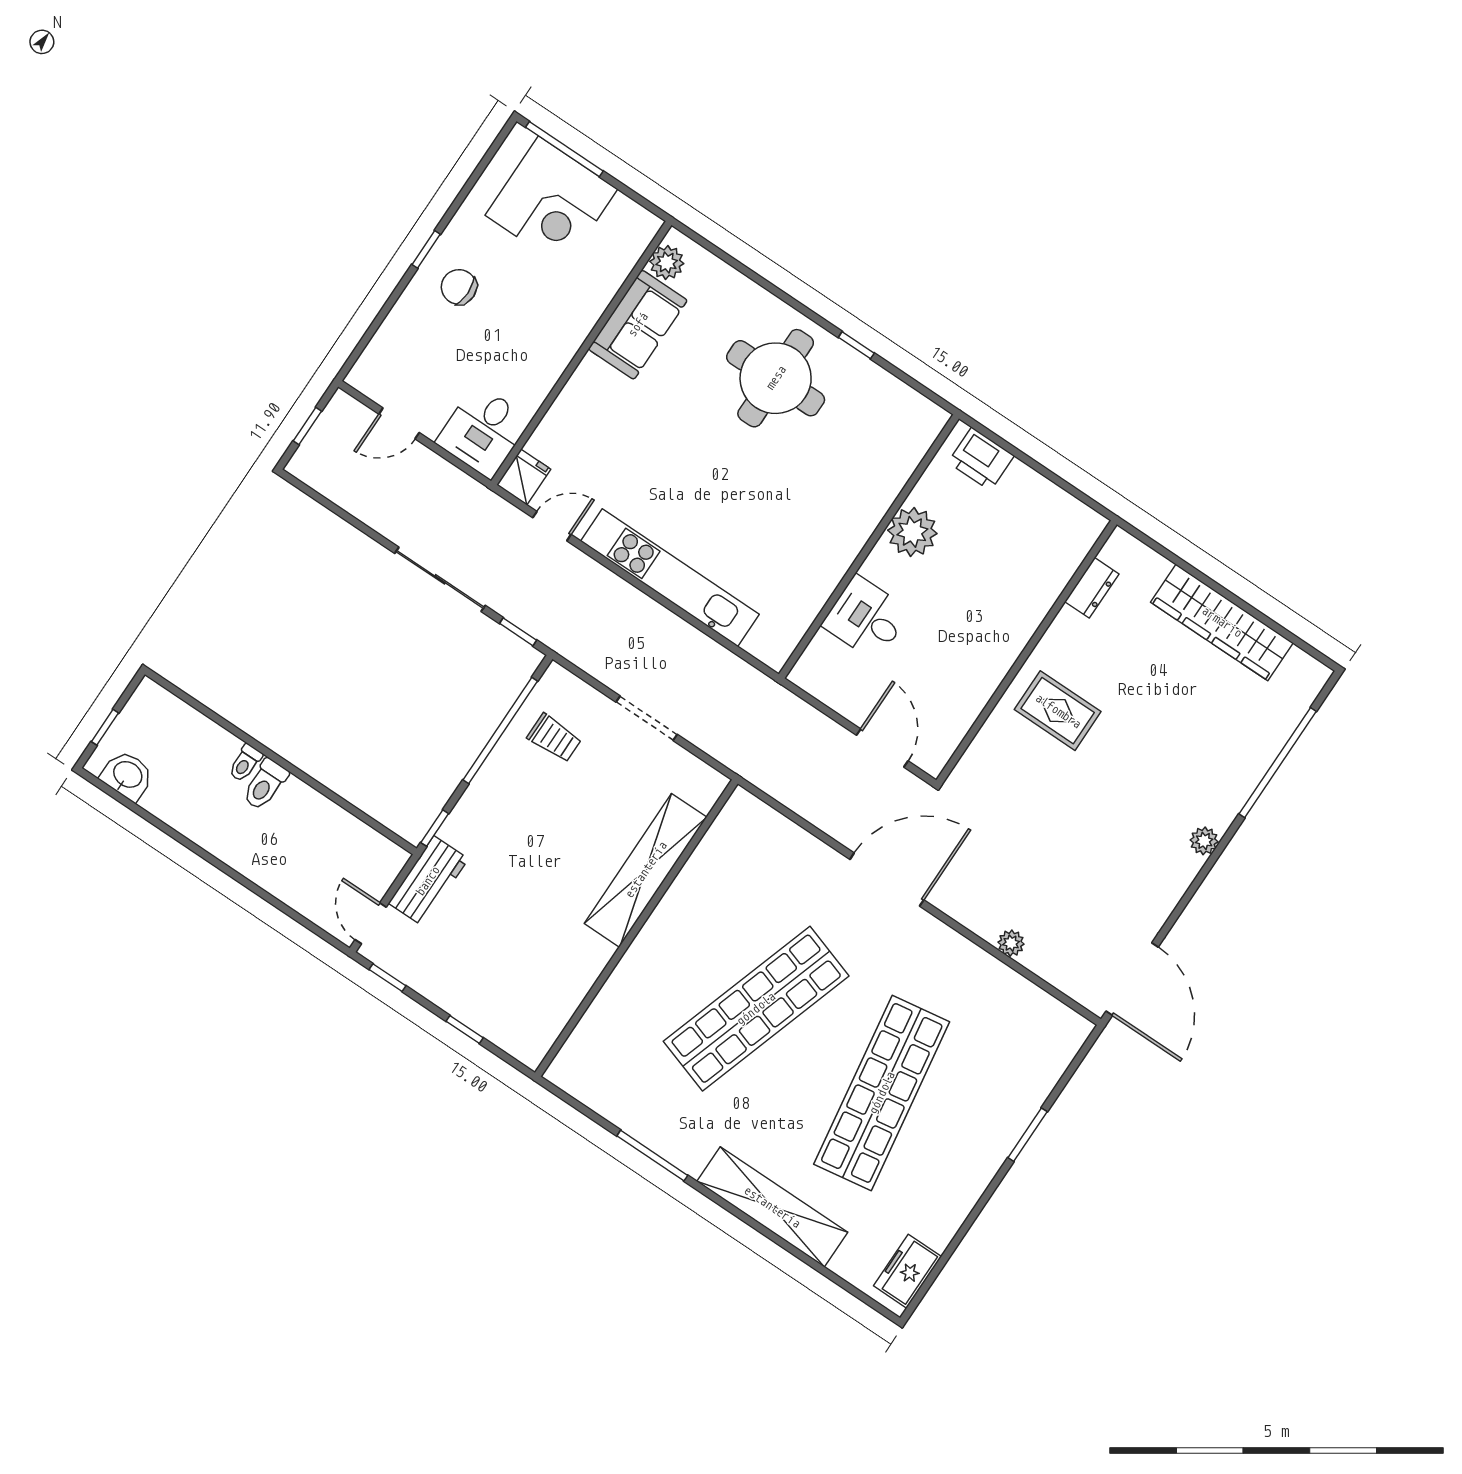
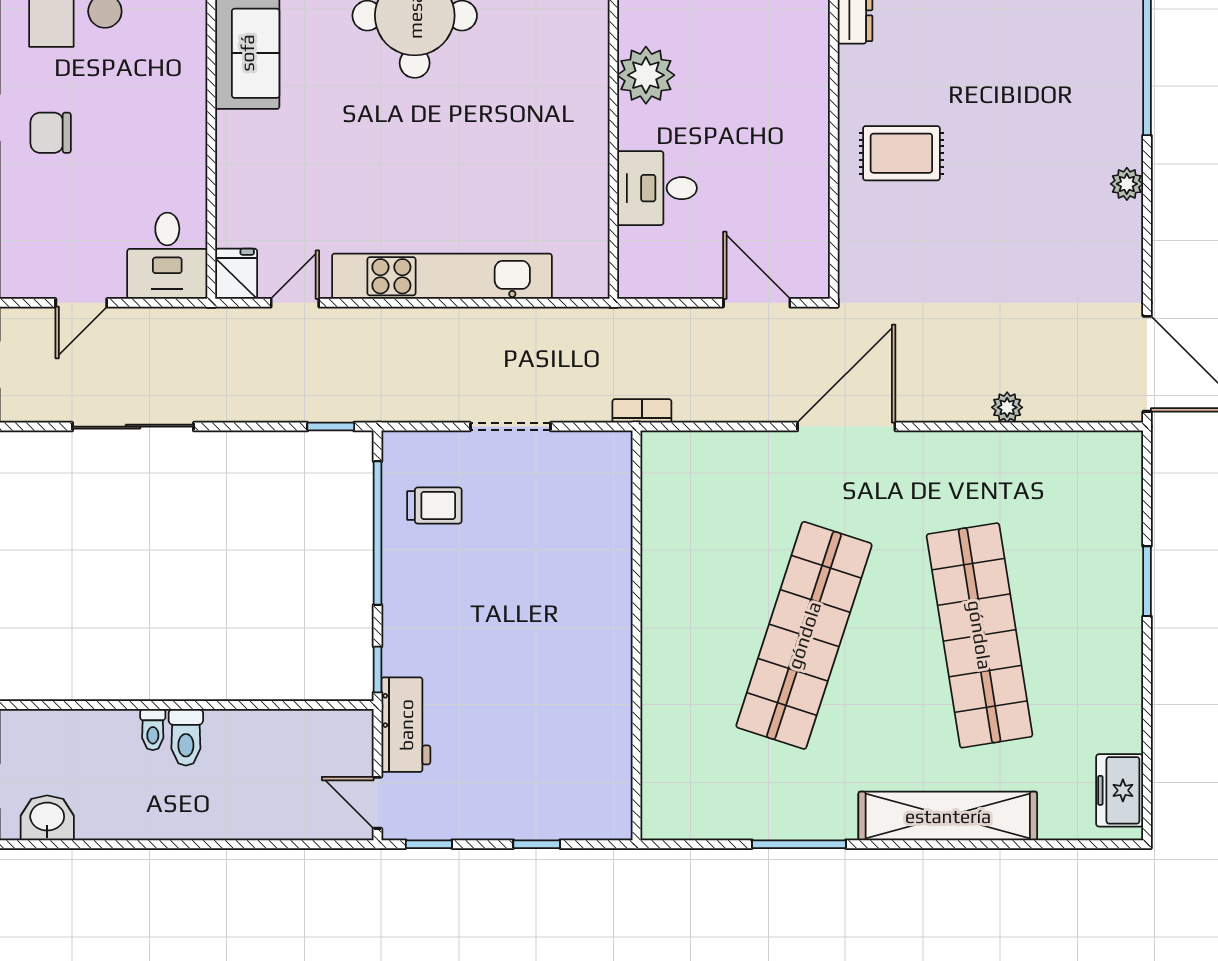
sliding door: (440, 579) -> (133, 427), moved
bookcase: (748, 770) -> (642, 411), added
shelving: (646, 870) -> (608, 574), removed

